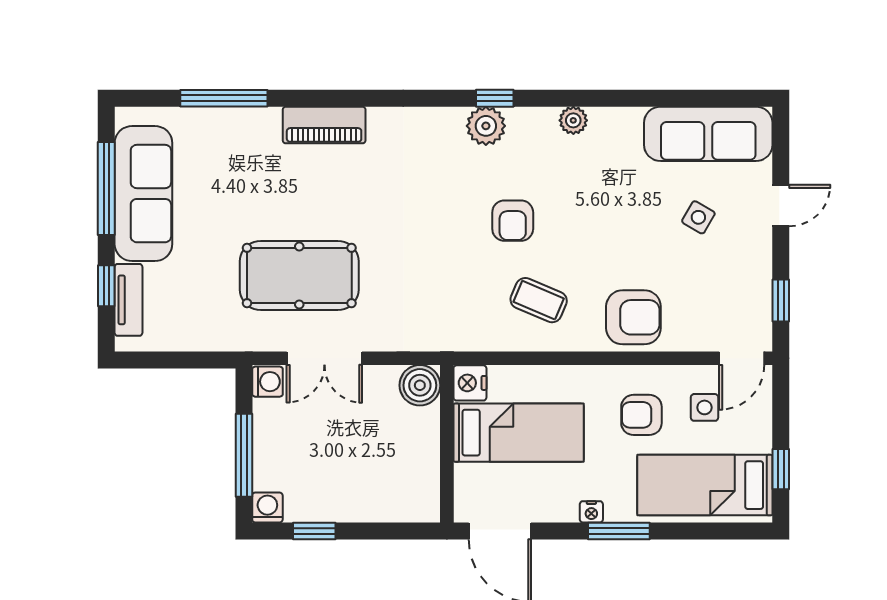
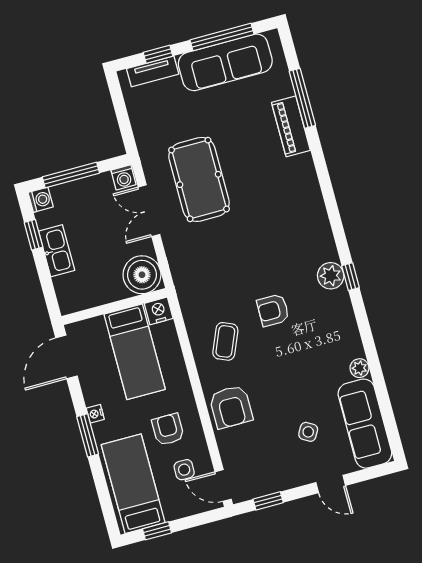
plant: (573, 120) -> (359, 368), moved
piano: (324, 125) -> (291, 126), moved
boiler: (420, 385) -> (142, 275), width x1.37, depth x1.37
kitchen sink: (346, 504) -> (57, 251), added

